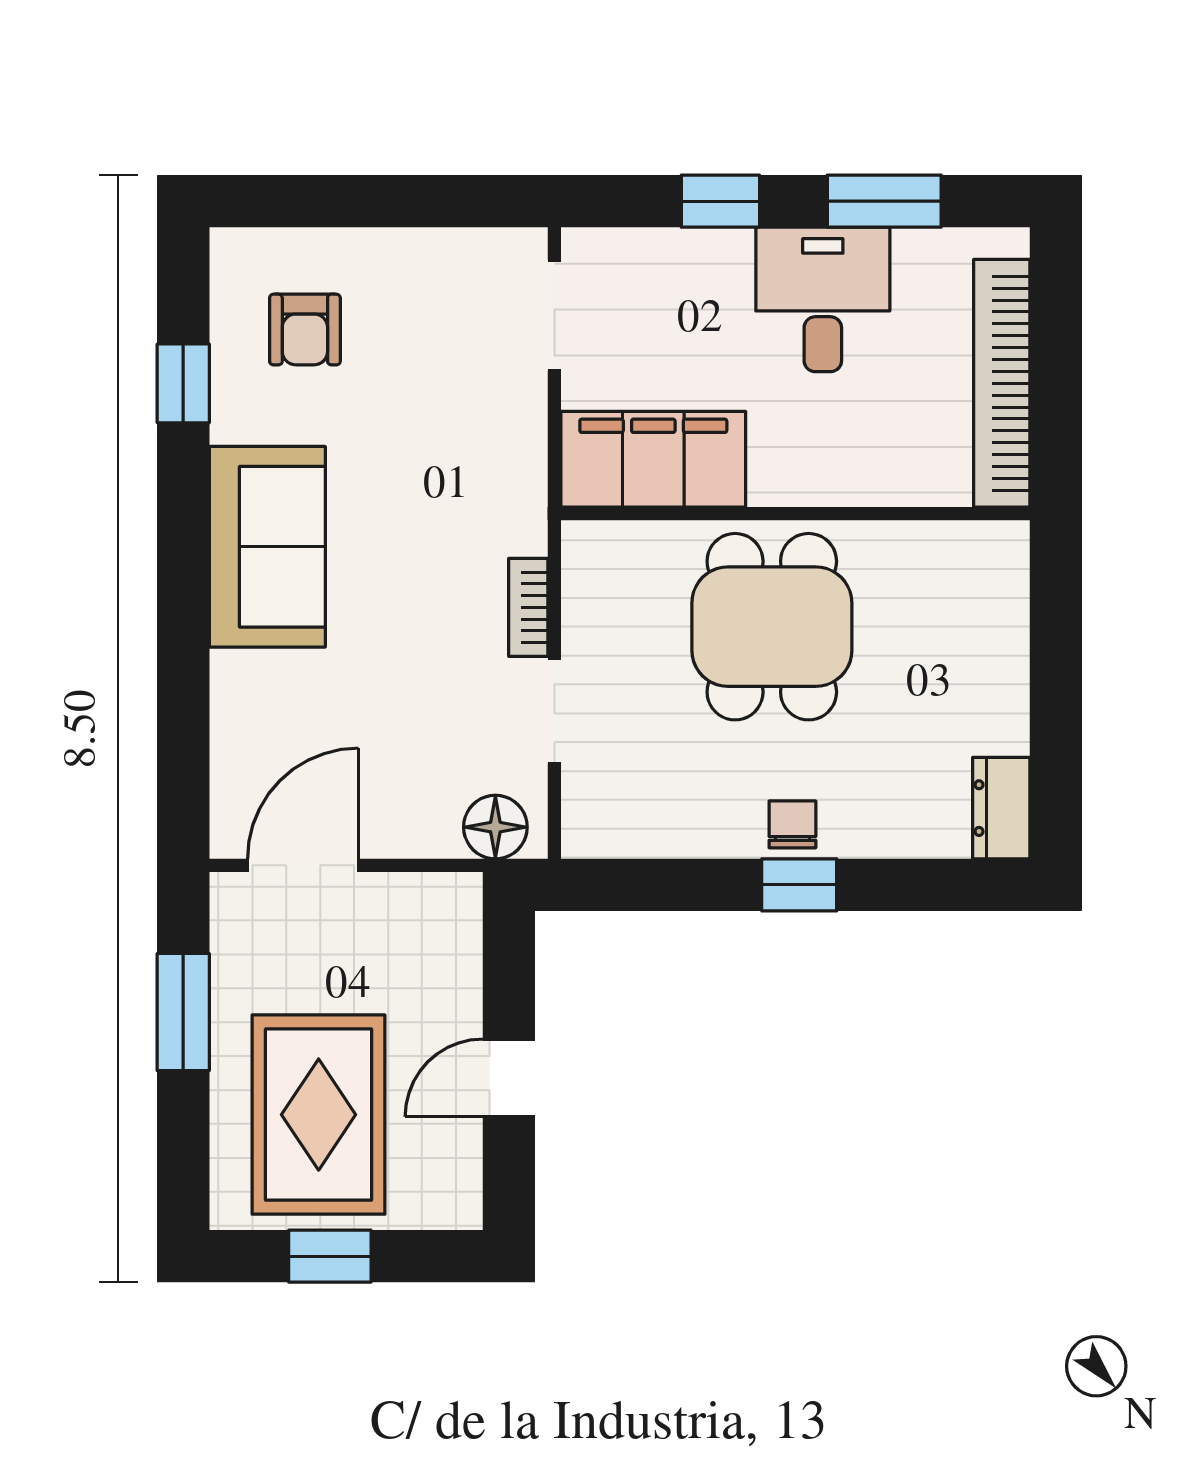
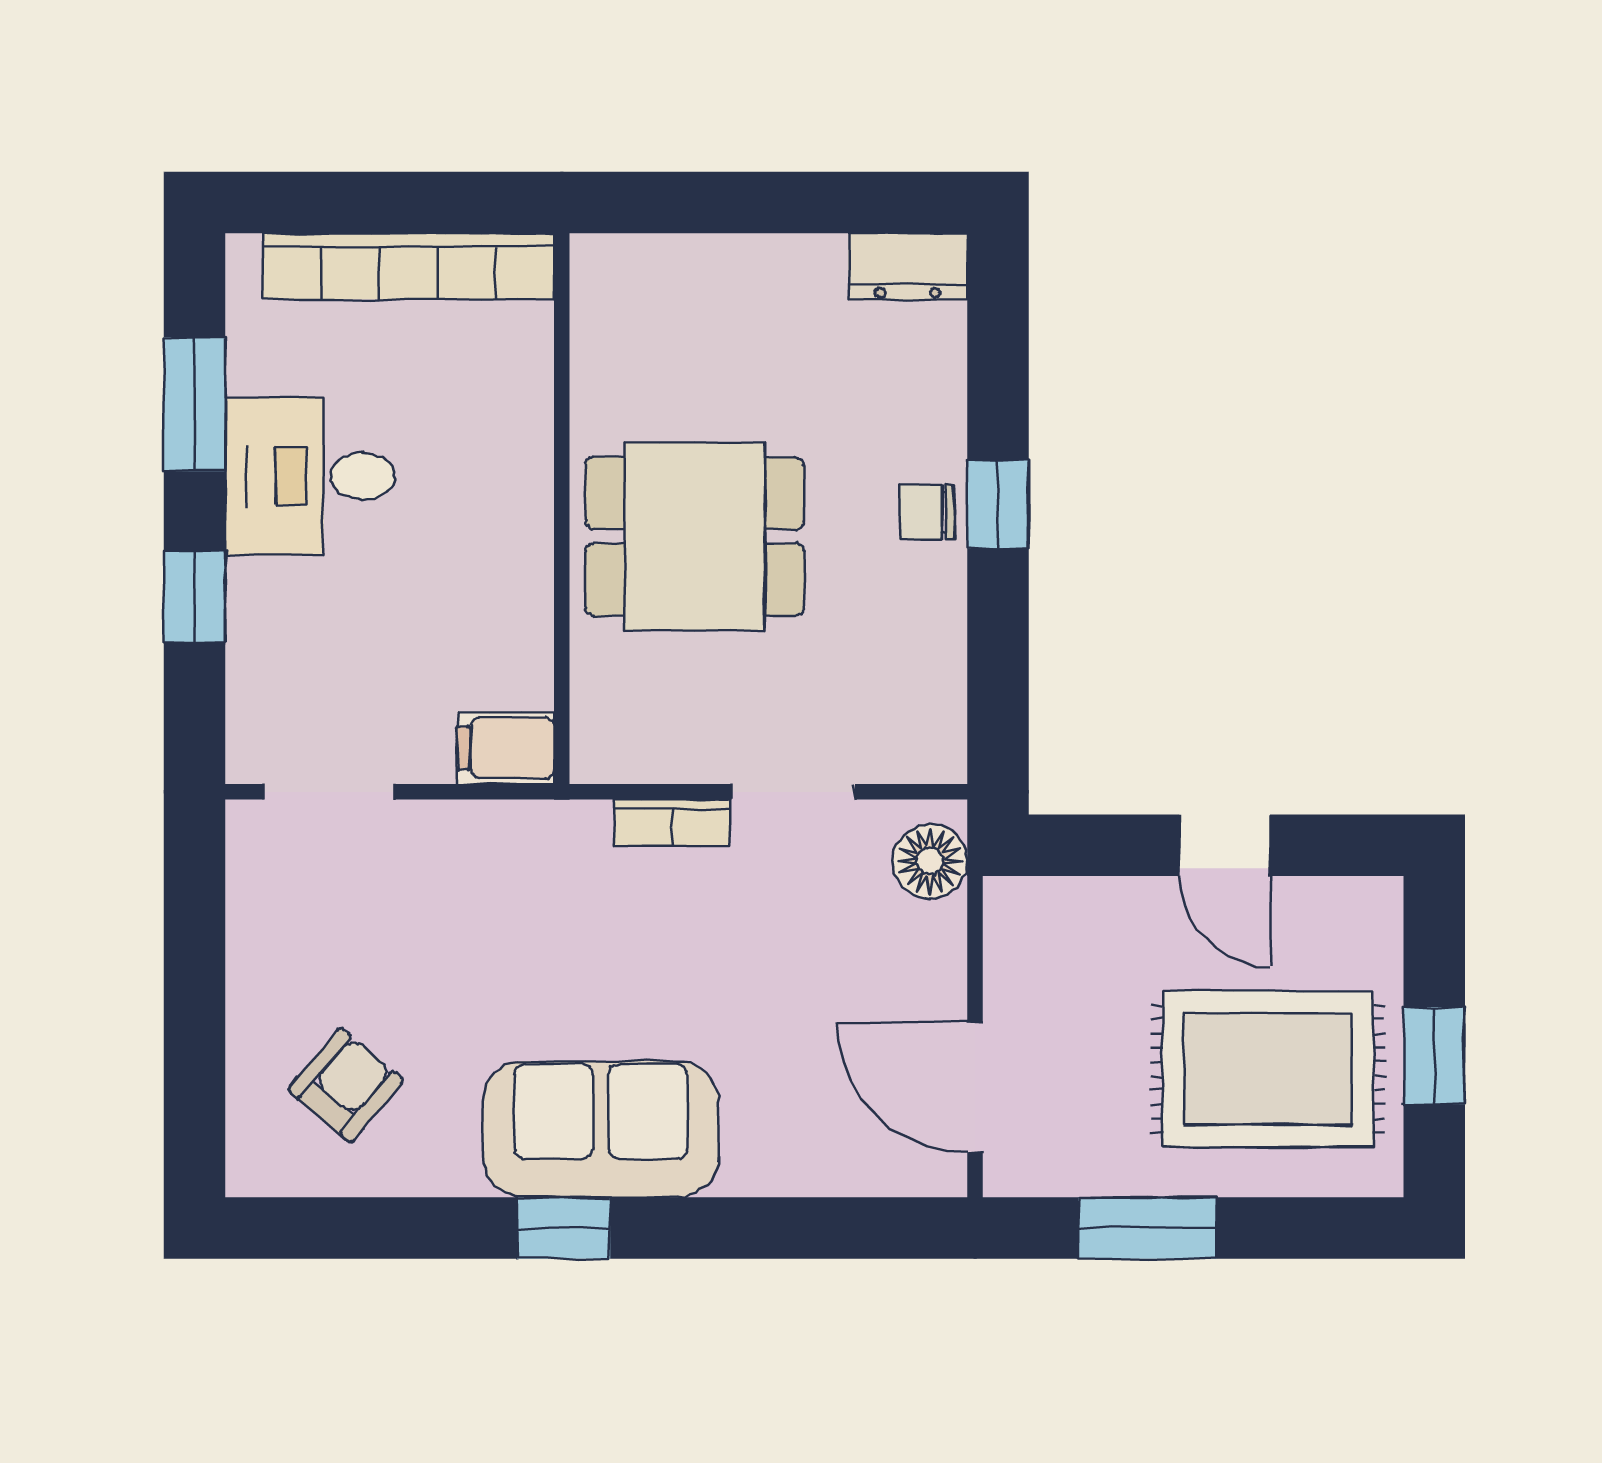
armchair: (305, 330) -> (345, 1085), turned -50
window: (183, 383) -> (564, 1228), moved
filing cabinet: (653, 459) -> (506, 748), width x0.33, depth x0.86

